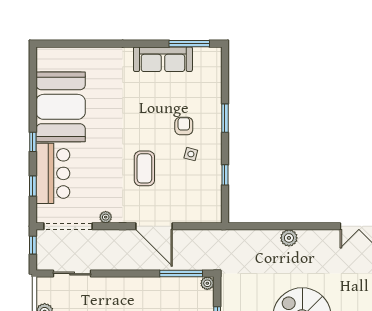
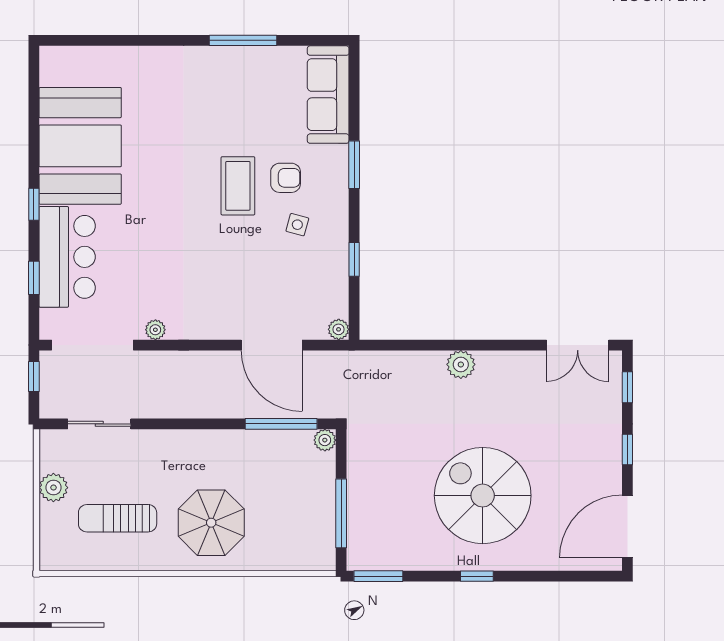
window: (189, 44) -> (243, 40), moved
sofa: (163, 59) -> (328, 95), moved, turned 90
armchair: (184, 126) -> (286, 178), turned 90
coffee table: (144, 168) -> (238, 186), moved
plant: (216, 217) -> (339, 329), added
door: (154, 226) -> (272, 345), moved

